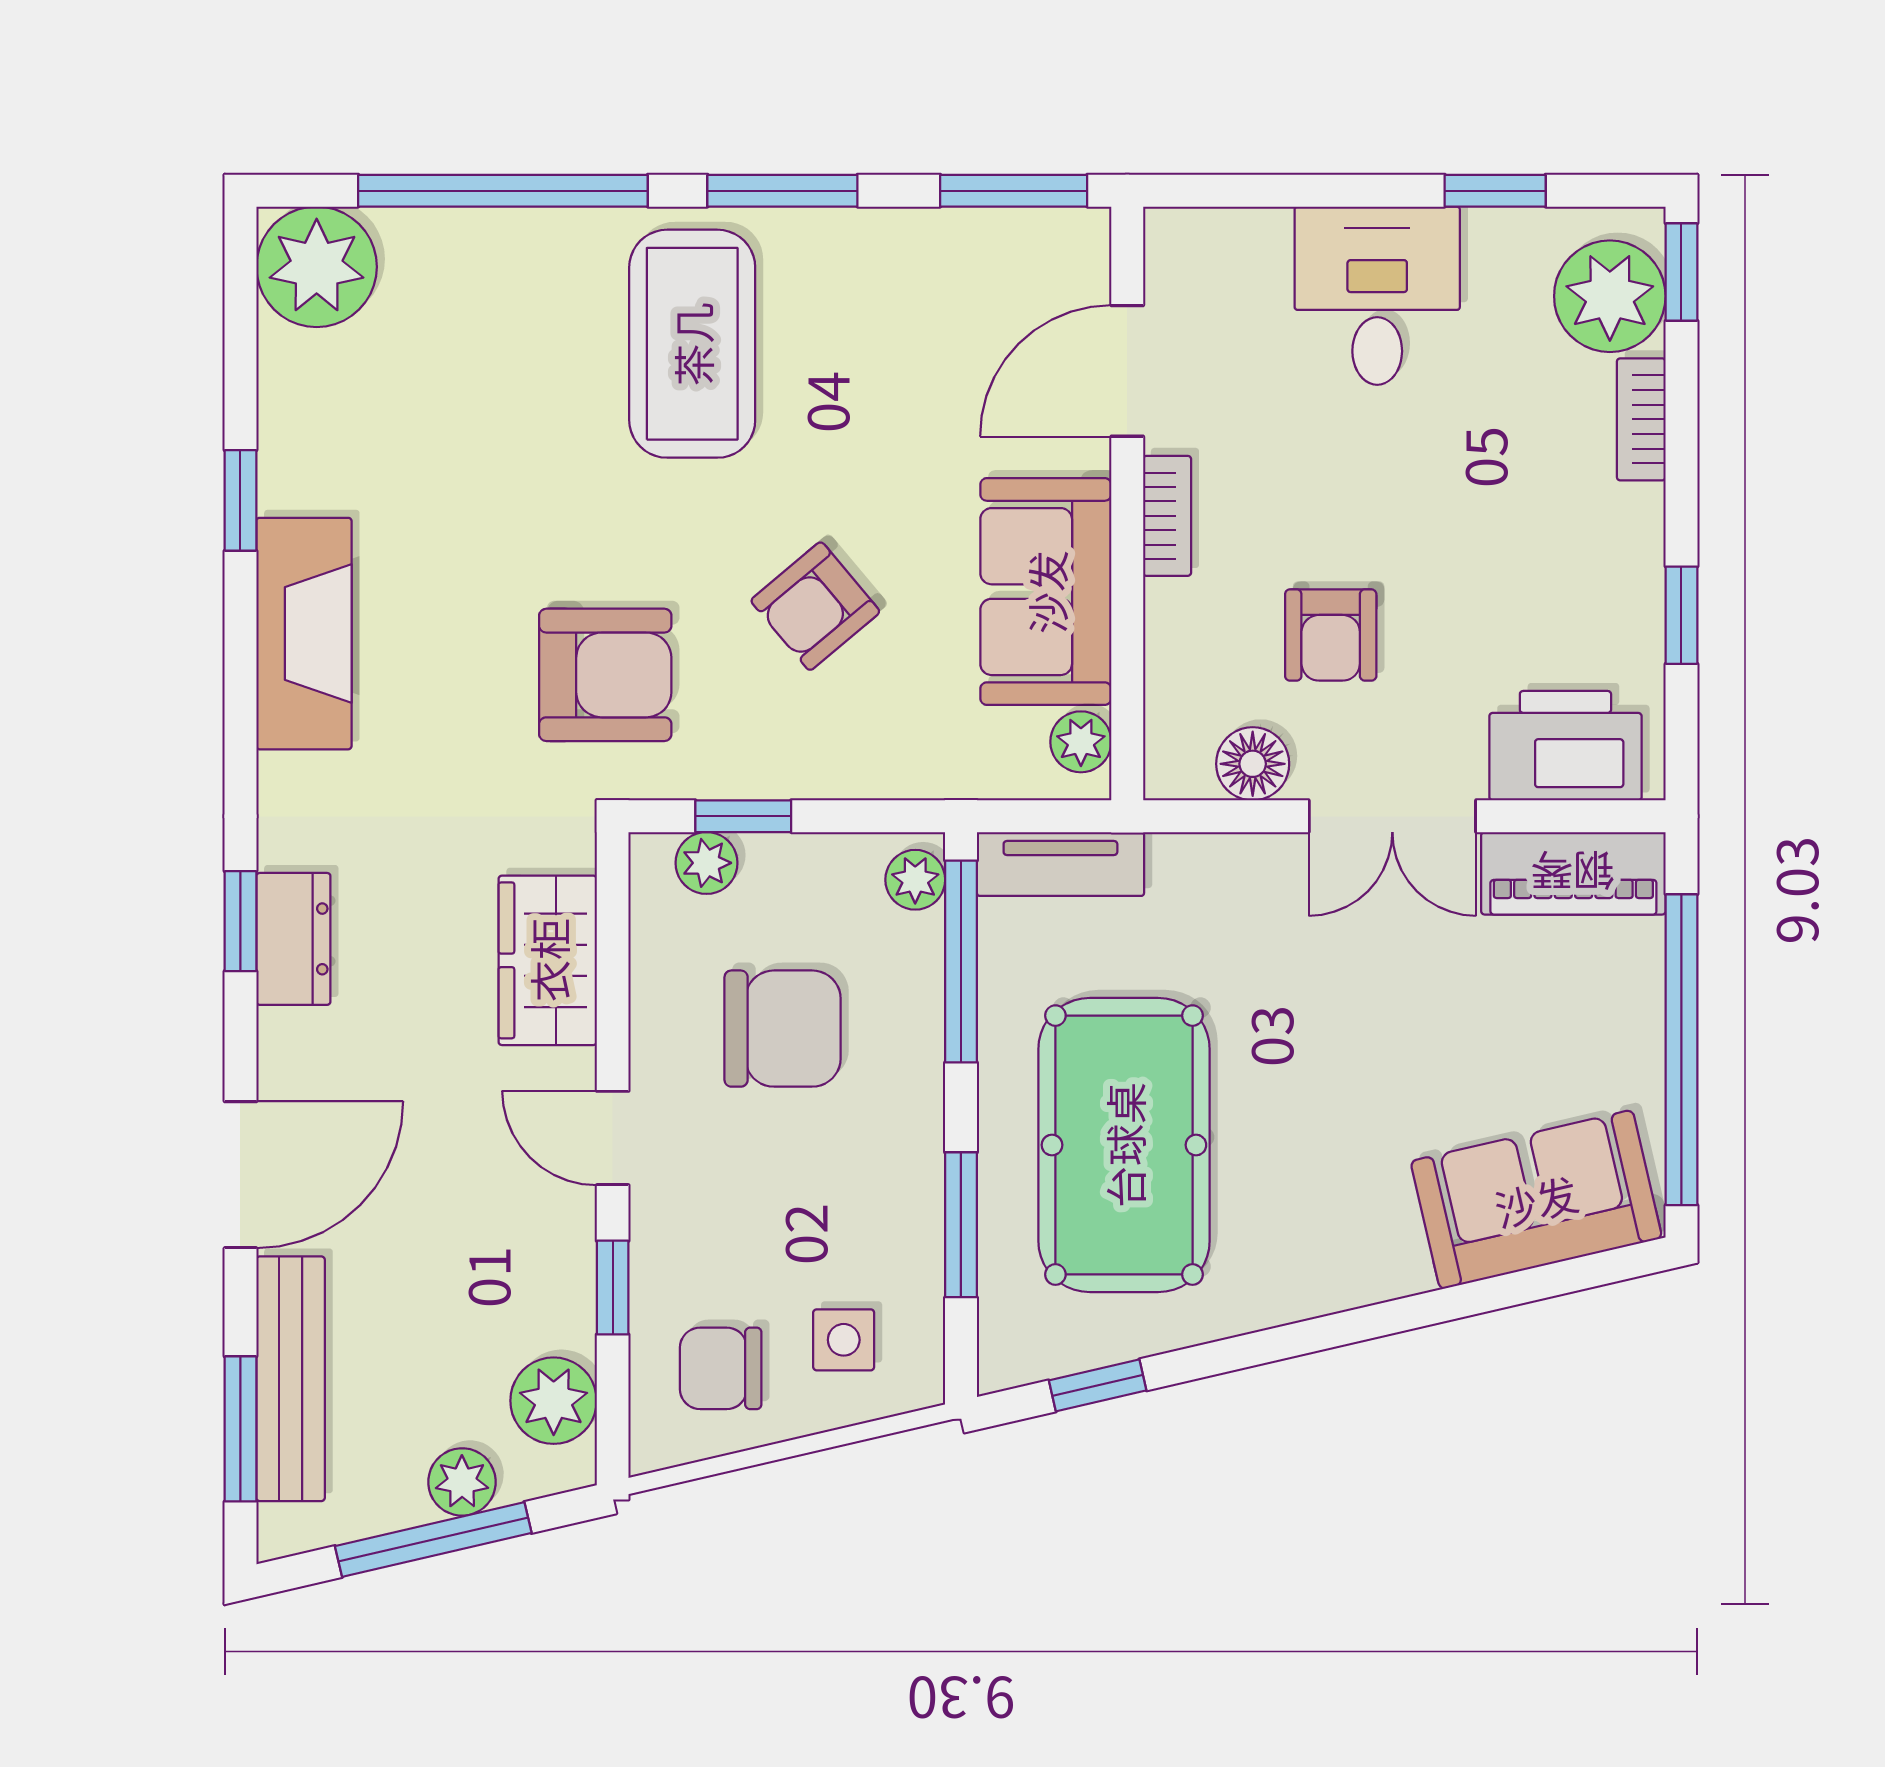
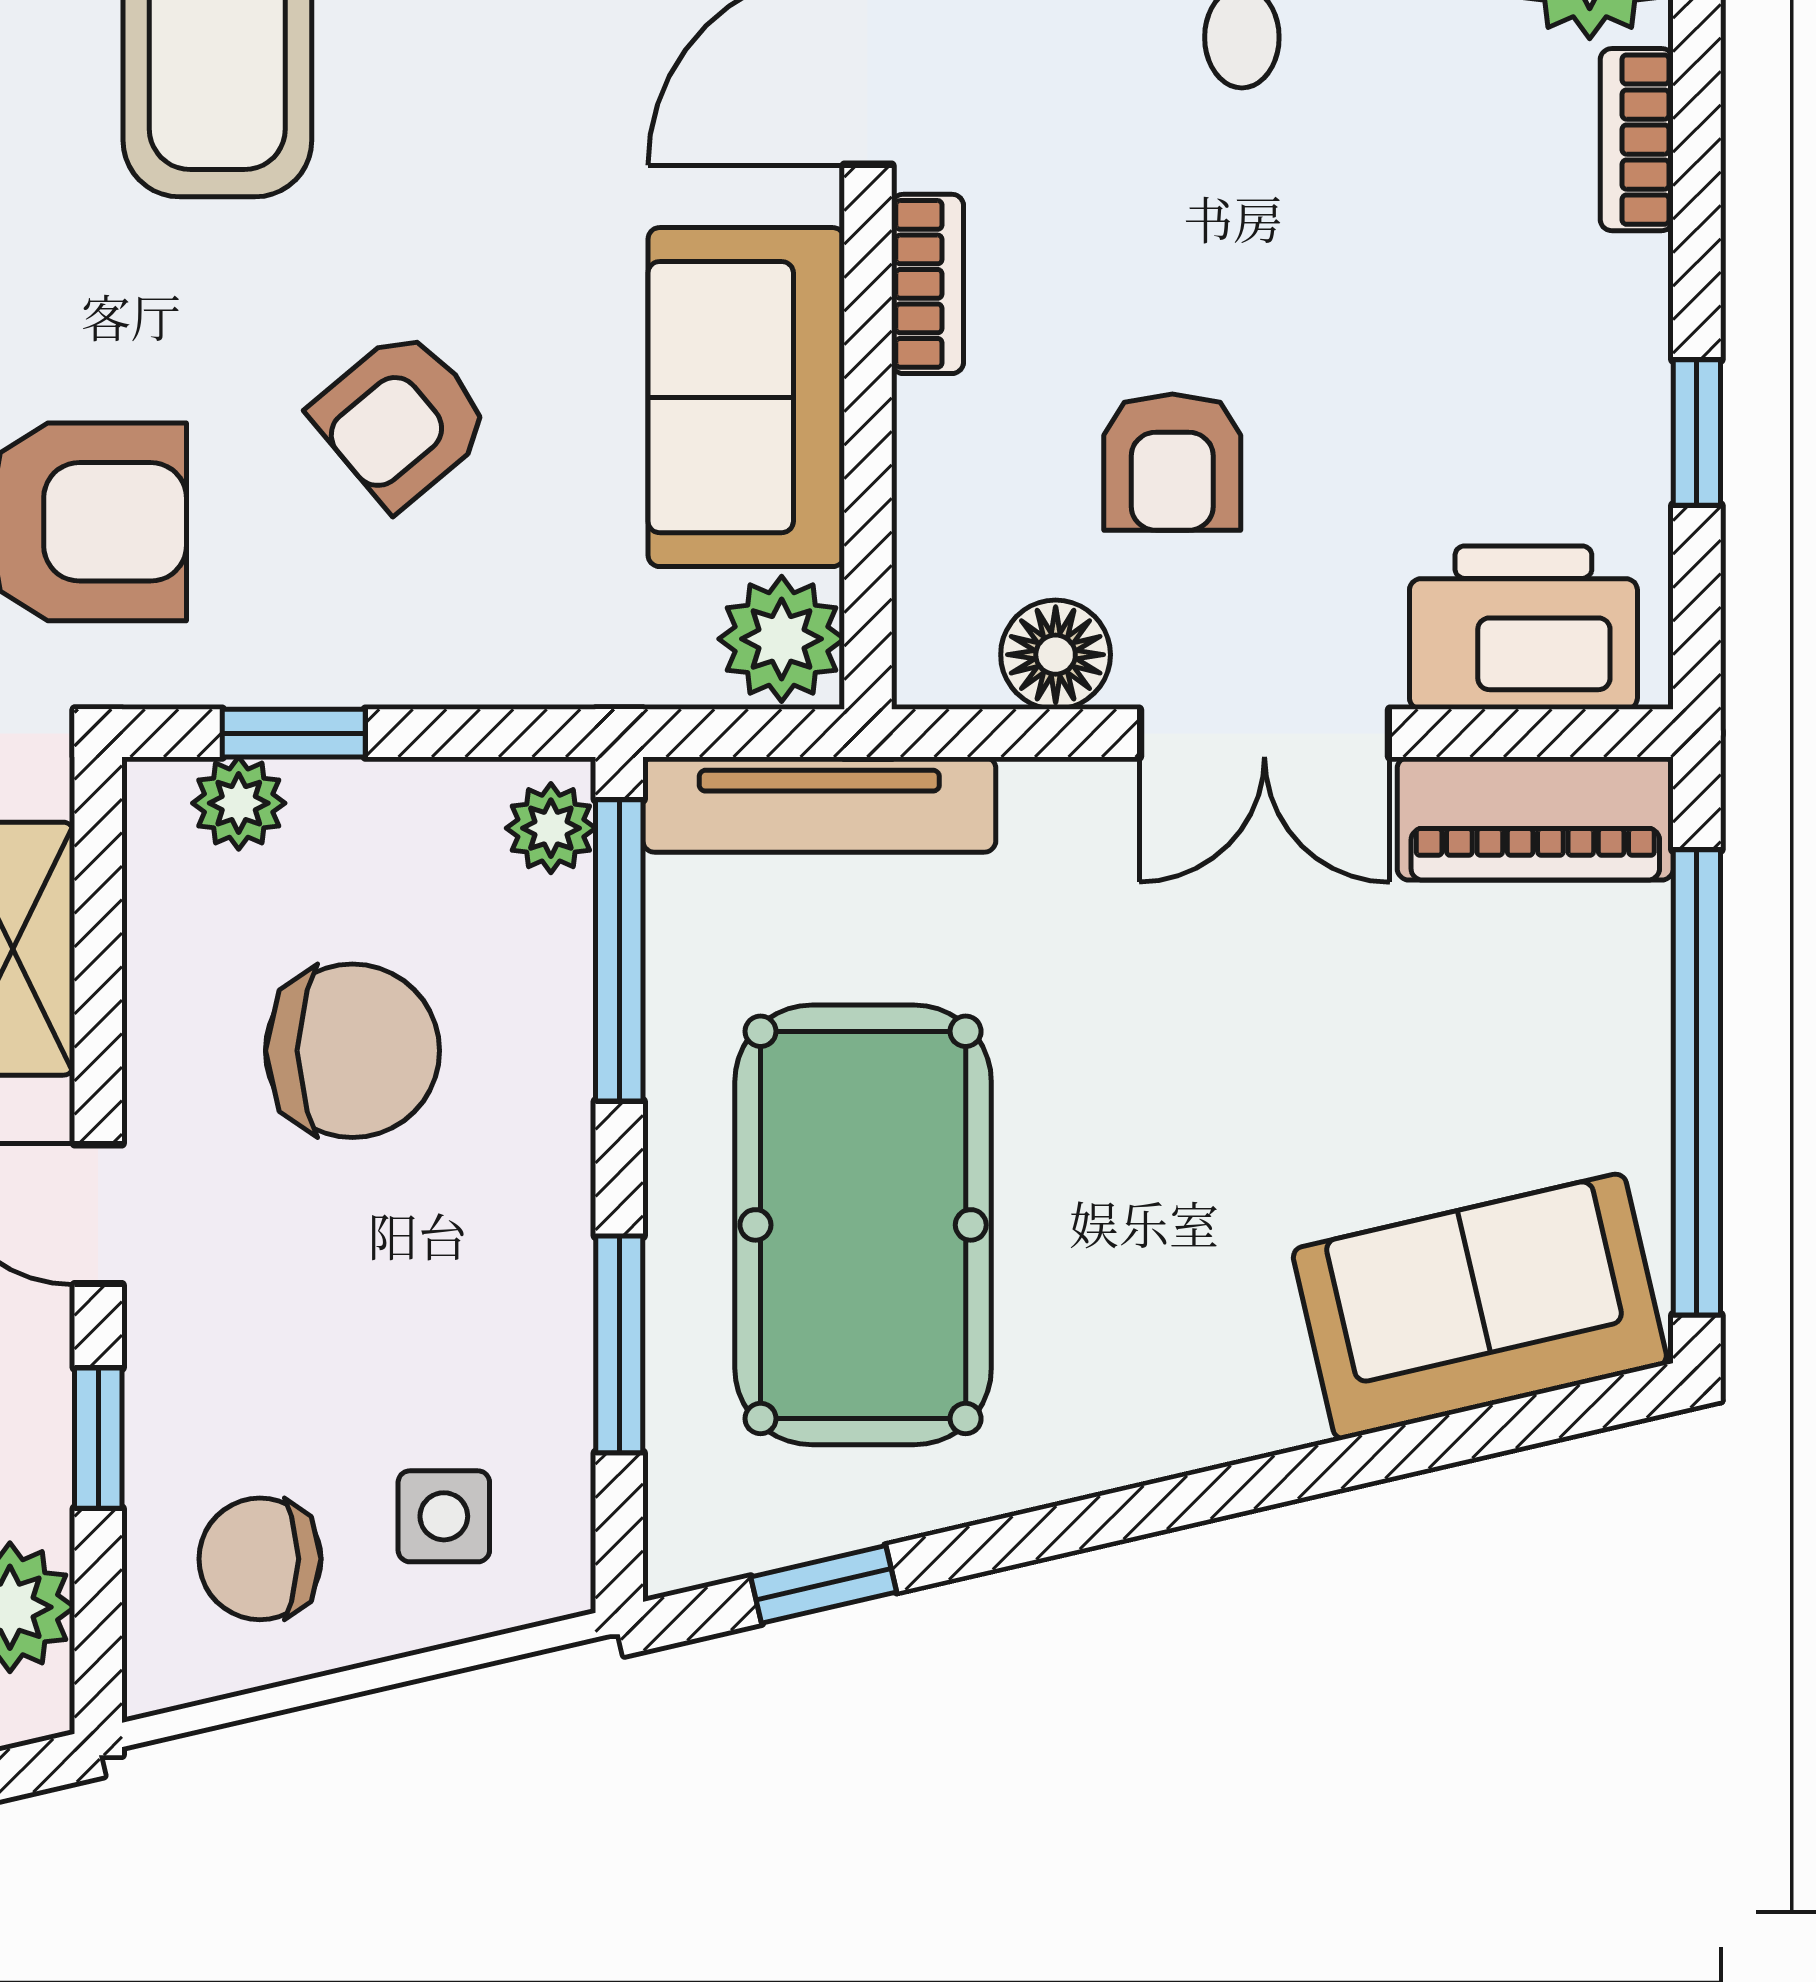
plant: (1081, 742) -> (782, 639), width x1.38, depth x1.38
tv unit: (1060, 864) -> (819, 805), width x1.41

